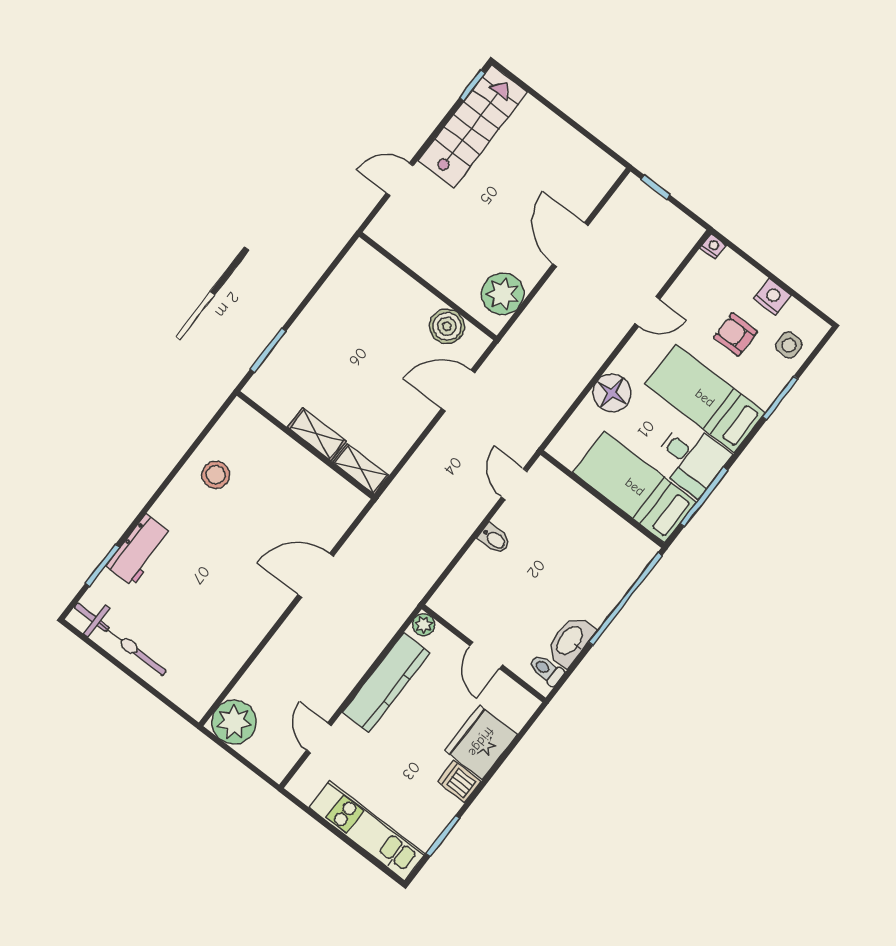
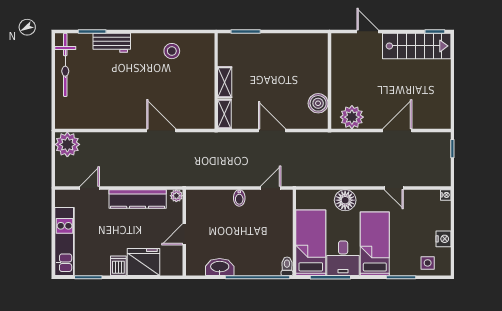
armchair: (735, 334) -> (414, 235), removed
door: (458, 391) -> (272, 130), moved
toilet: (546, 670) -> (287, 266), moved

